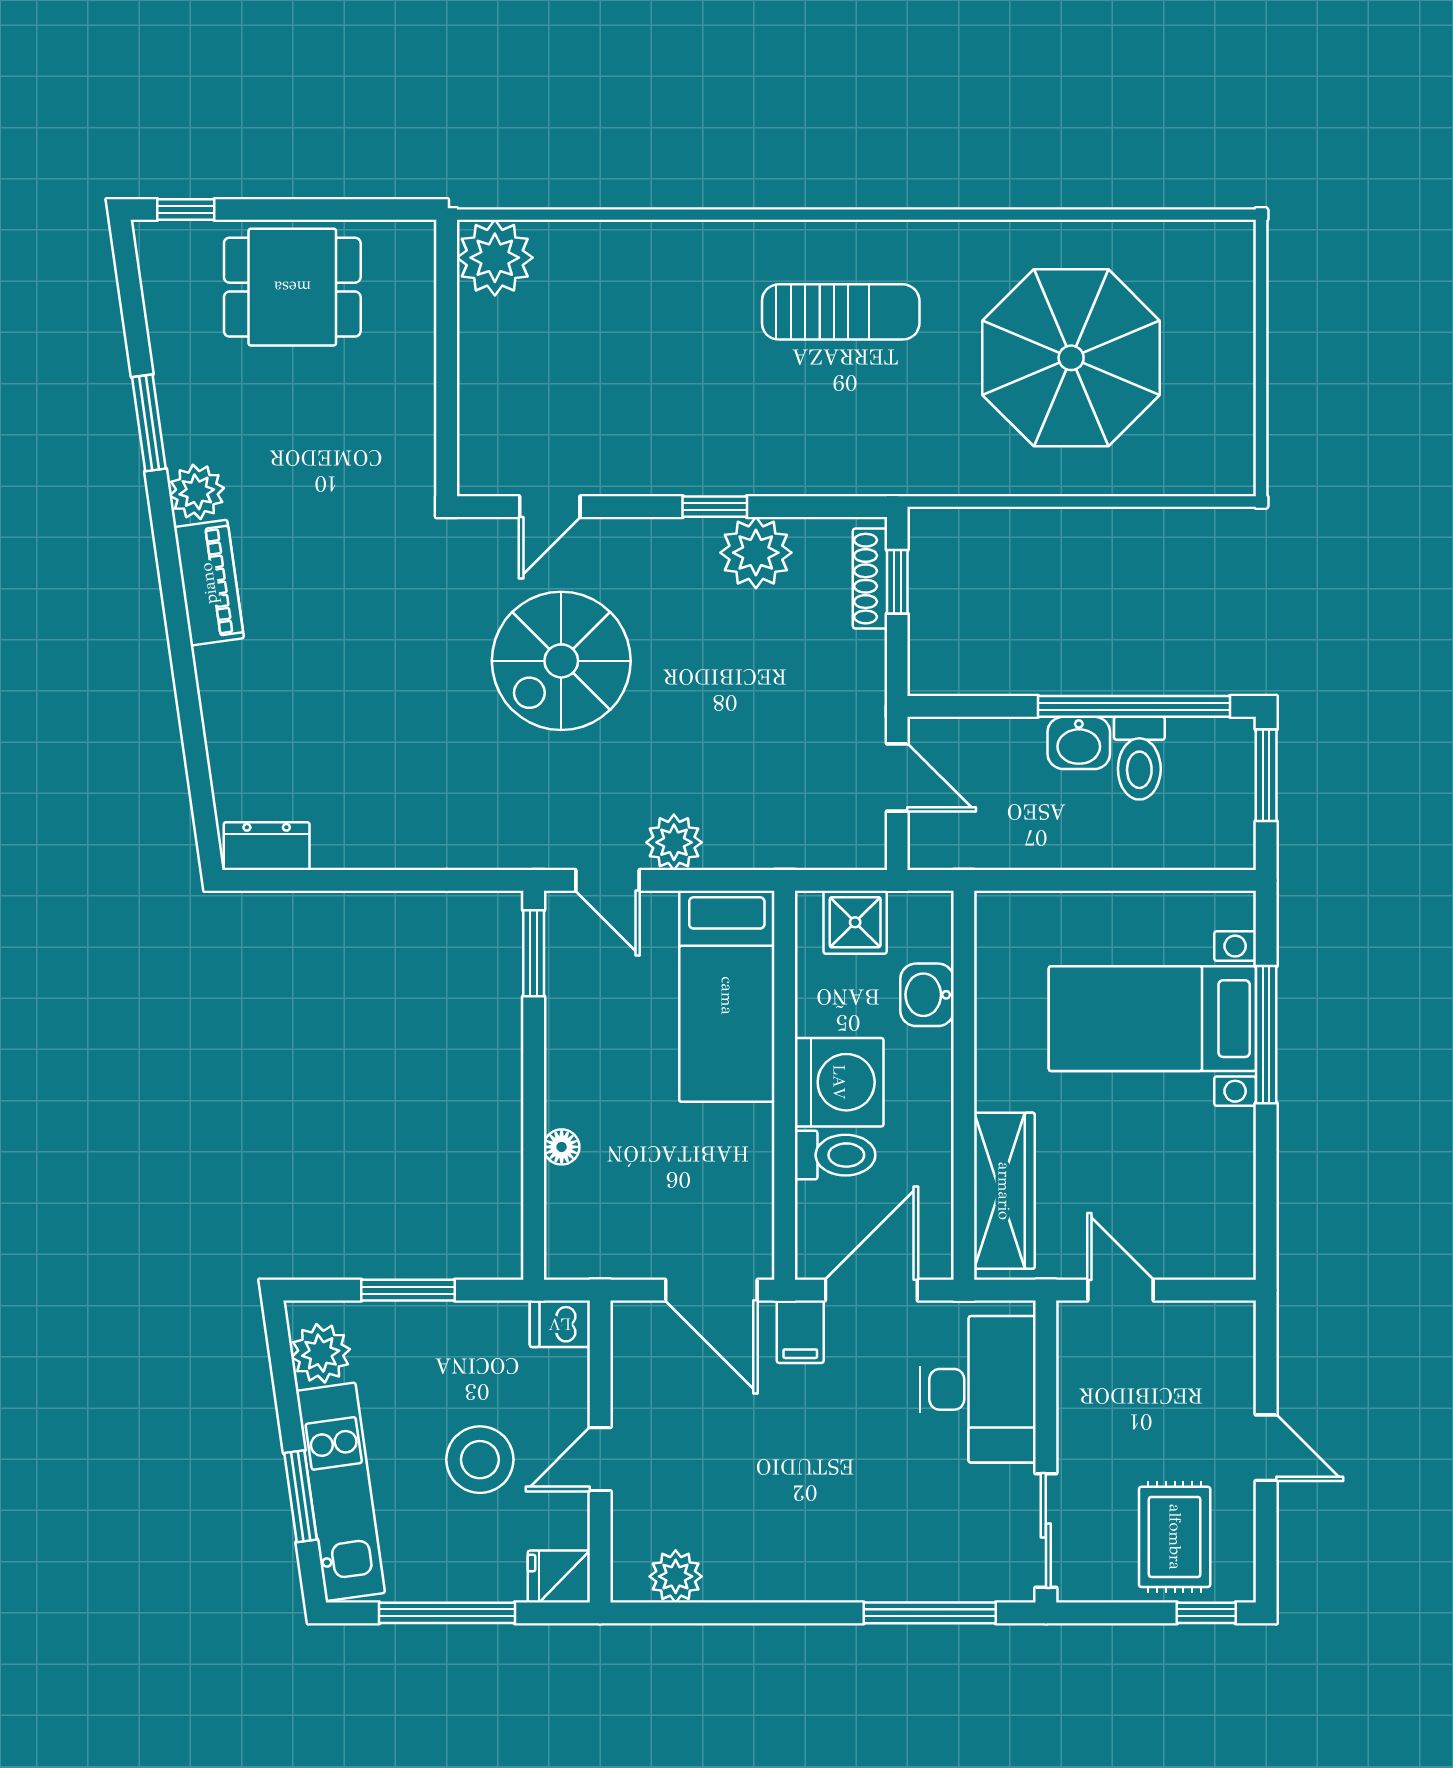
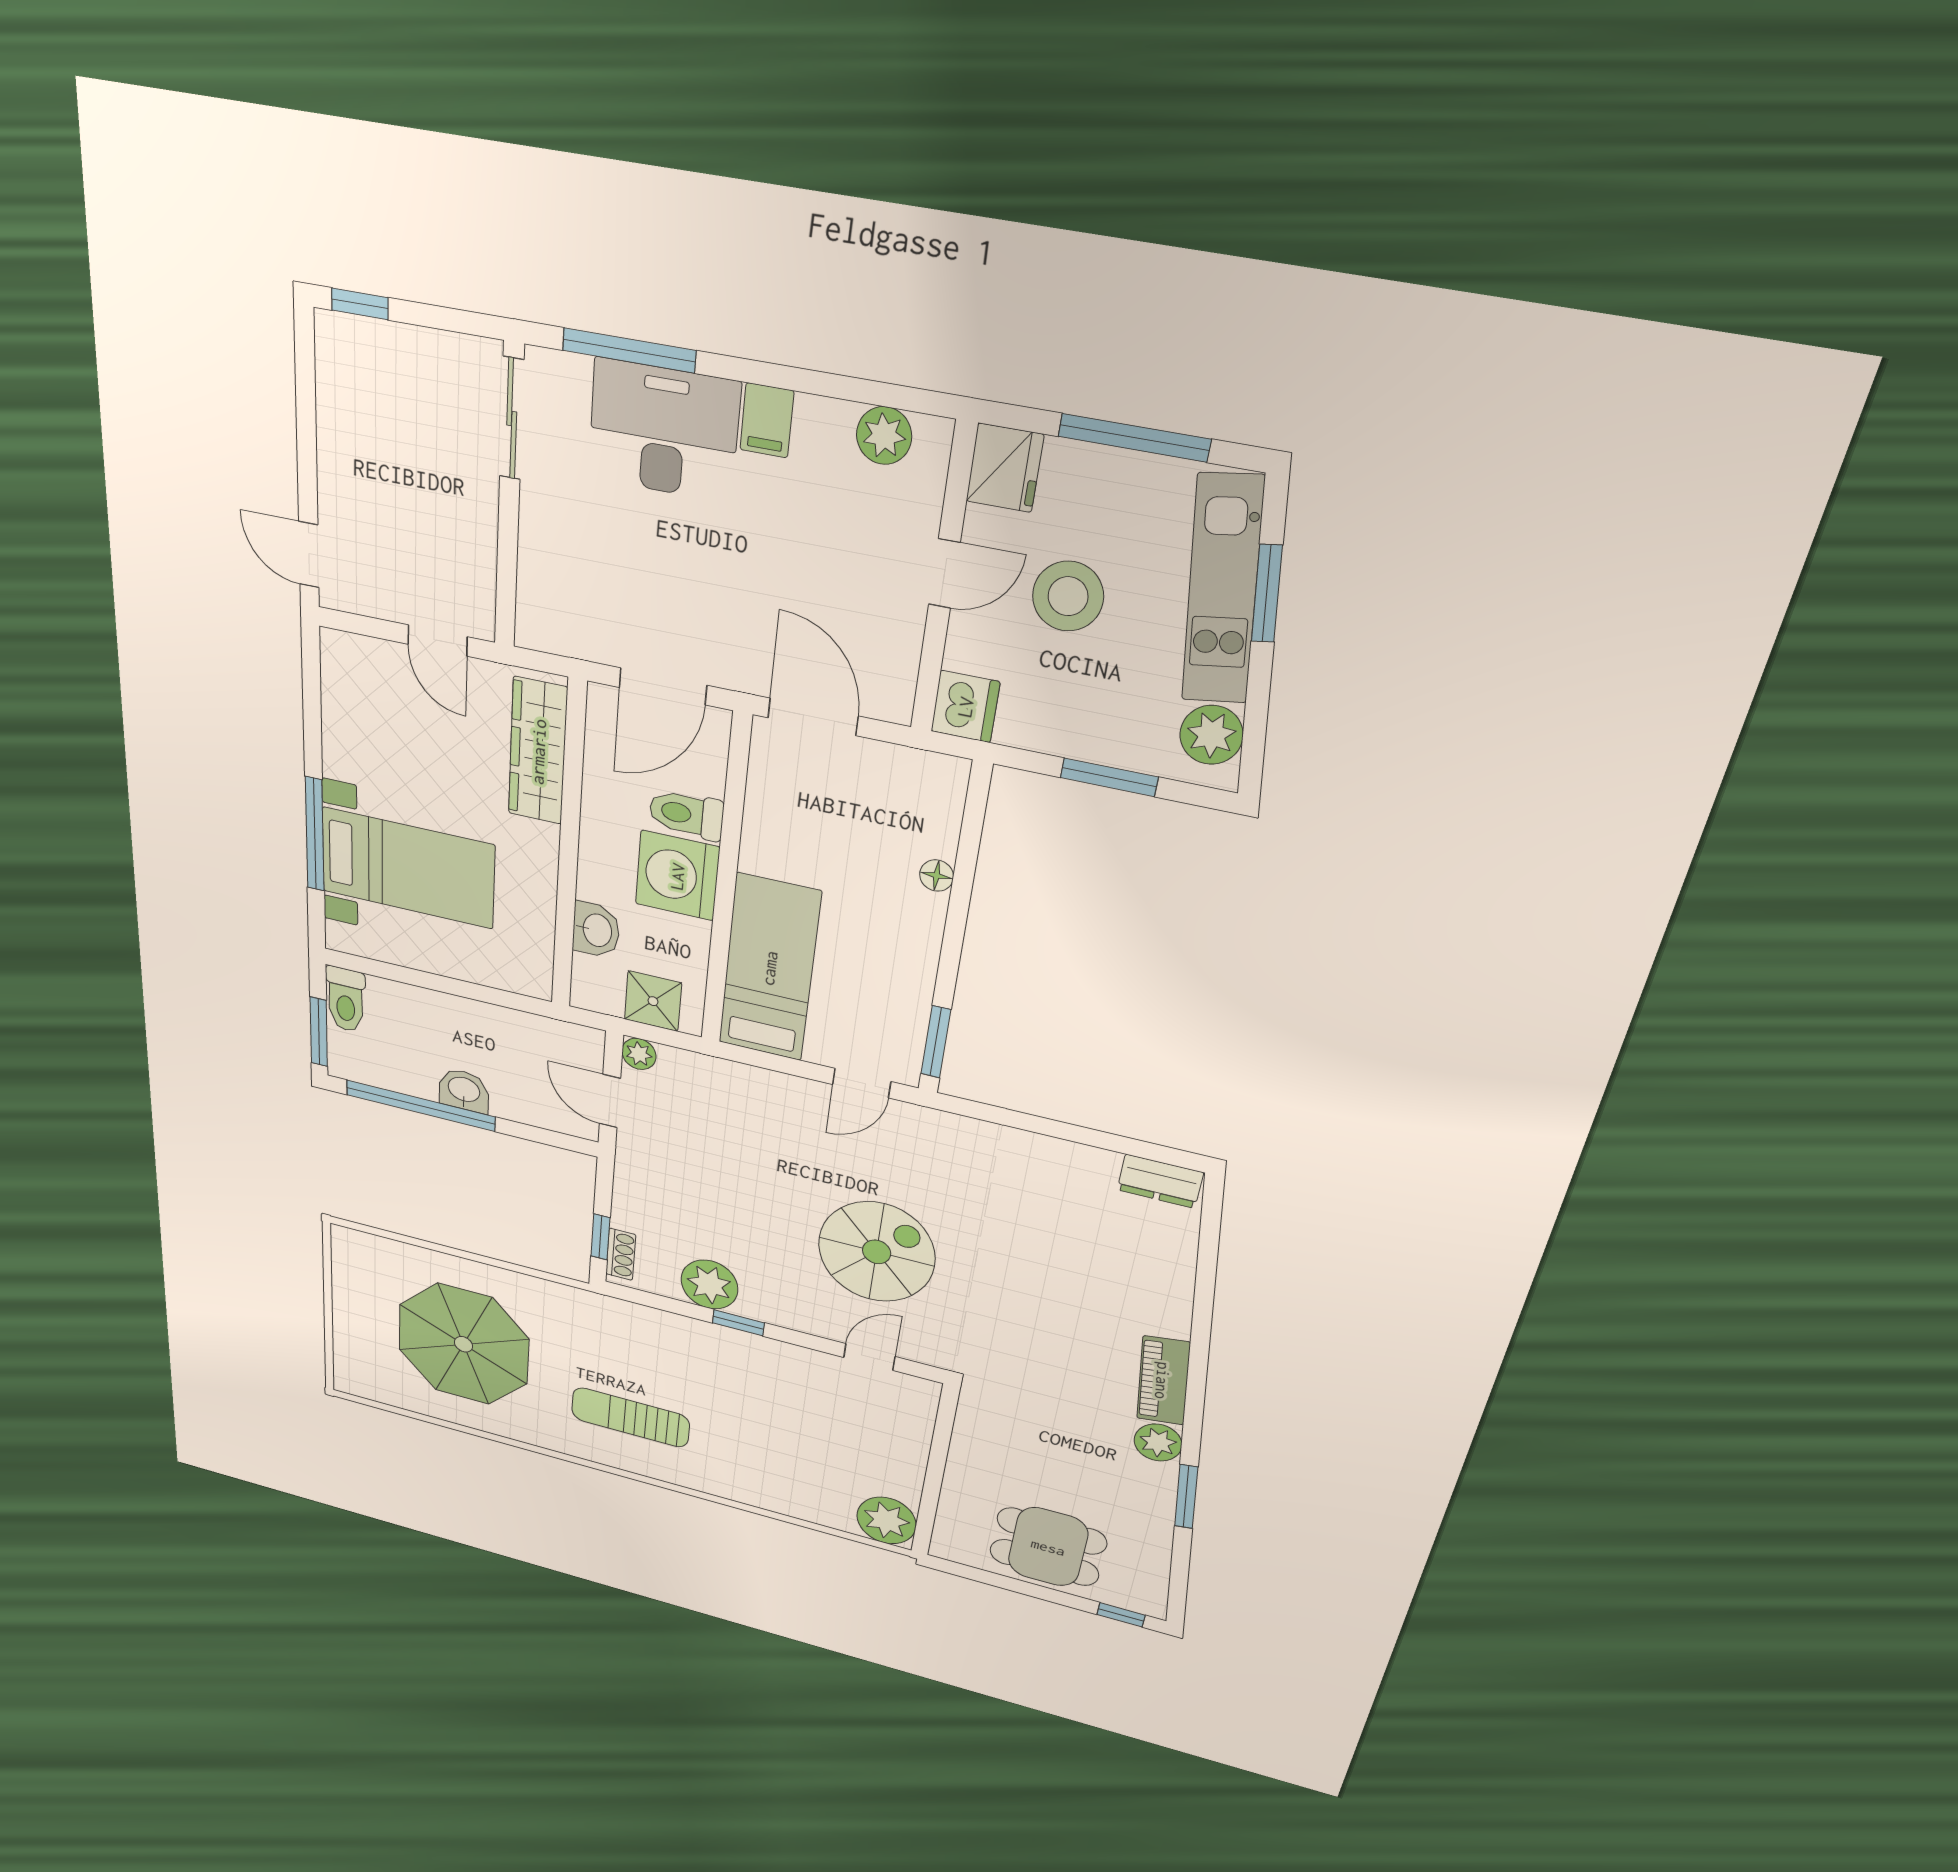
shoe rack: (870, 579) -> (621, 1254), width x0.70
toilet: (1139, 758) -> (346, 1000), moved, turned 180
plant: (674, 842) -> (639, 1054), moved, width x0.73, depth x0.73
door: (608, 880) -> (862, 1083), swing flipped
dishwasher: (560, 1324) -> (965, 707), width x1.38
filing cabinet: (800, 1332) -> (767, 420), moved, turned 180
desk: (978, 1389) -> (664, 431), moved, turned 90
door: (1266, 1448) -> (309, 555), moved
rug: (1175, 1537) -> (390, 390), removed
fridge: (559, 1577) -> (1005, 468), width x1.38

